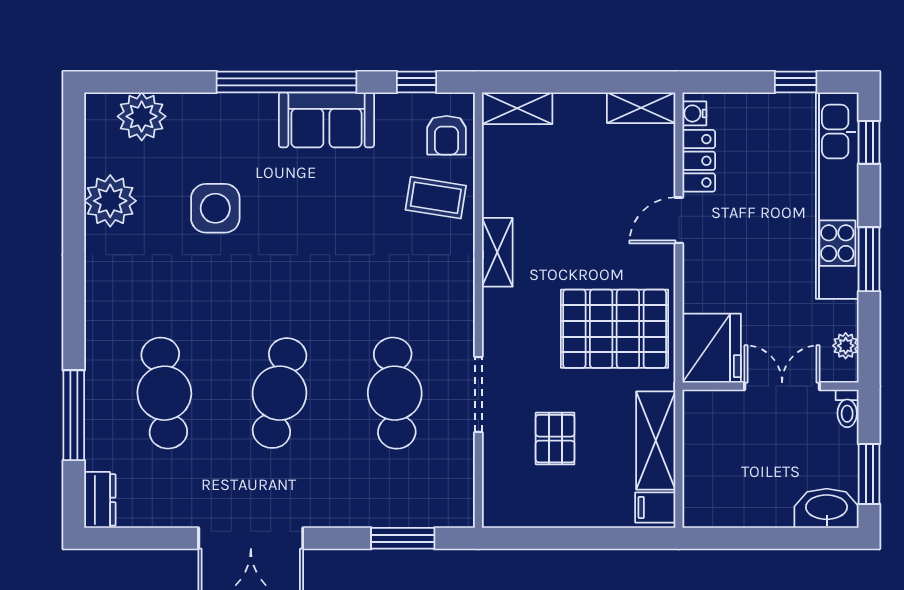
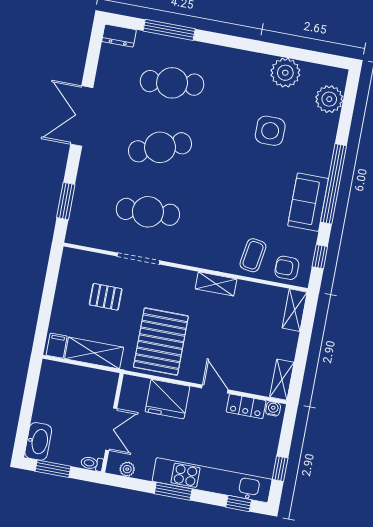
fridge: (712, 348) -> (167, 399), moved
cafe table: (280, 393) -> (160, 147), turned -33

